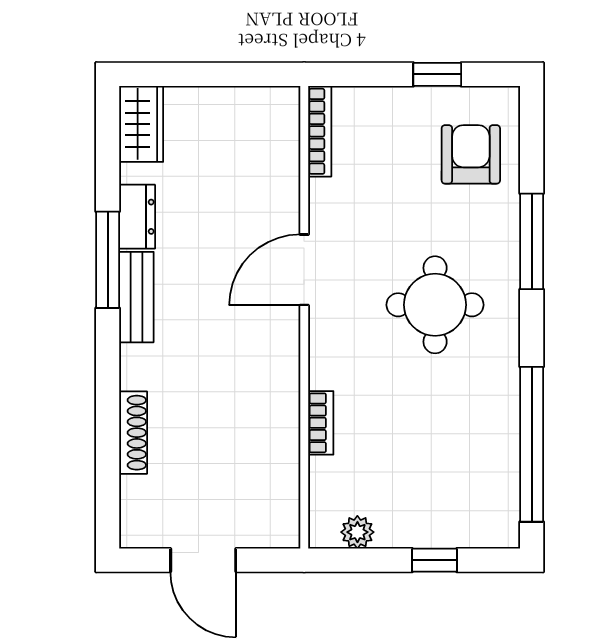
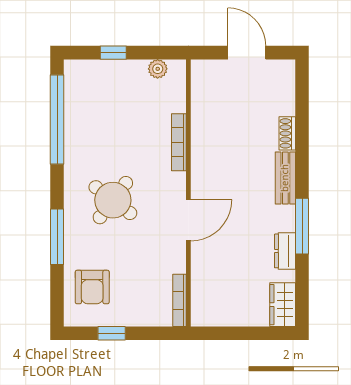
bench: (136, 297) -> (285, 178), moved
round table: (435, 305) -> (113, 200), turned 37
bookcase: (321, 423) -> (179, 142), width x1.56
shoe rack: (133, 433) -> (287, 133), width x0.70

